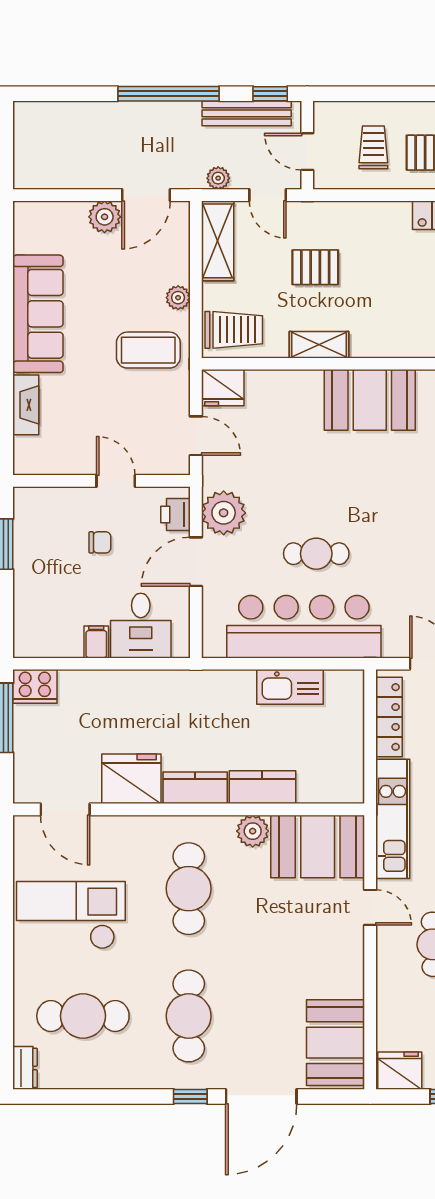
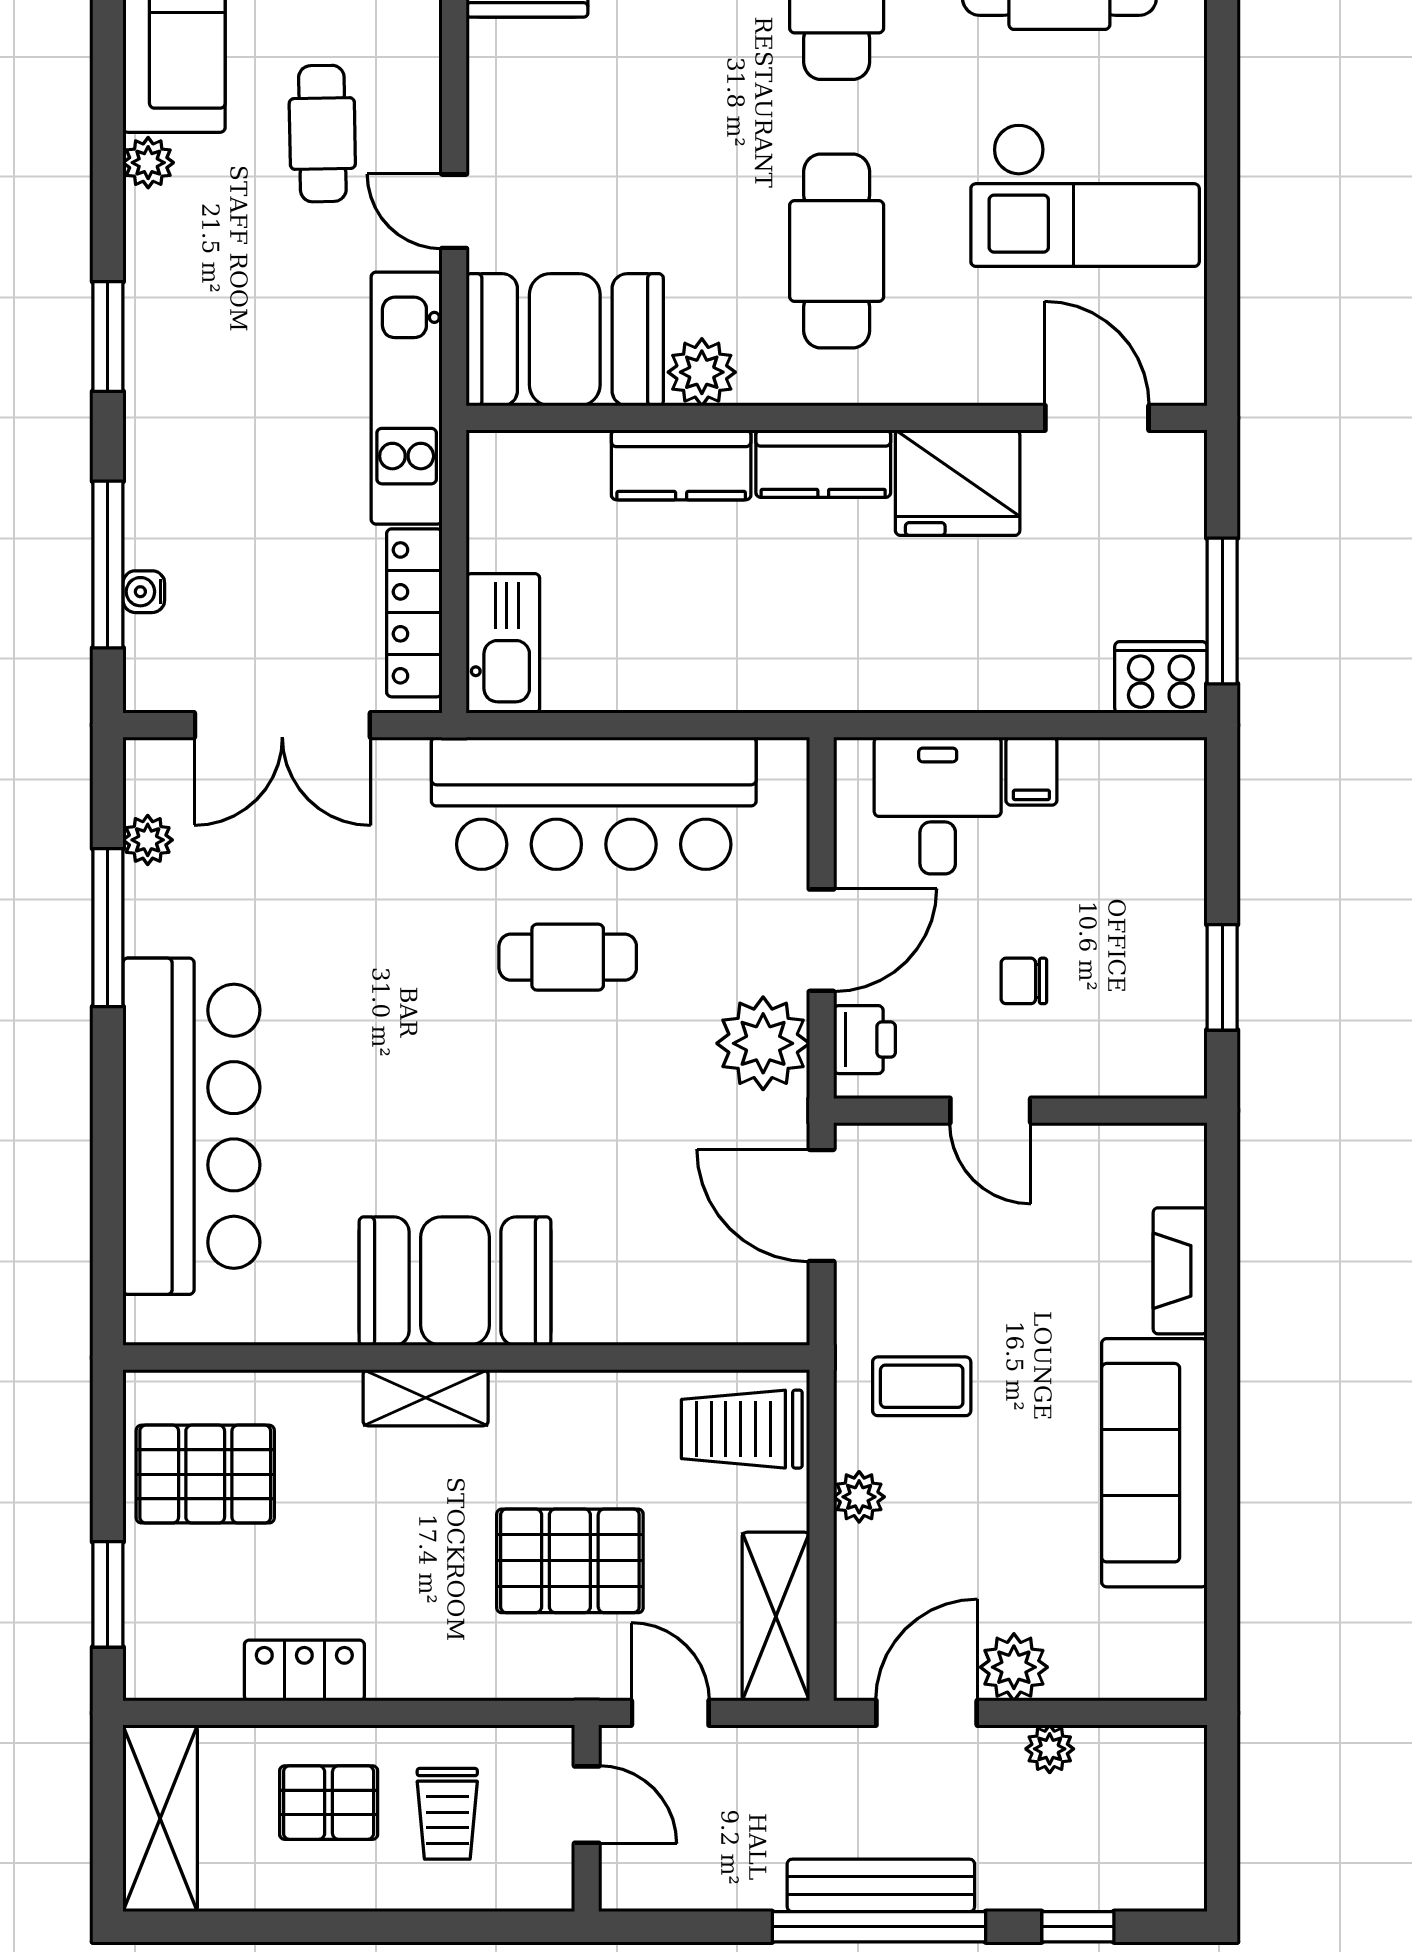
window: (270, 94) -> (1078, 1927), moved
bench: (247, 113) -> (881, 1885), moved
plant: (218, 178) -> (1050, 1749), moved
pallet: (315, 267) -> (570, 1561), width x1.50, depth x1.42
shelving: (319, 345) -> (426, 1398), moved
coffee table: (148, 350) -> (922, 1386), width x0.73, depth x0.77
fridge: (223, 388) -> (765, 1307), removed
door: (196, 436) -> (822, 1205), width x1.38
kitchen sink: (290, 687) -> (503, 643), moved, turned 90

